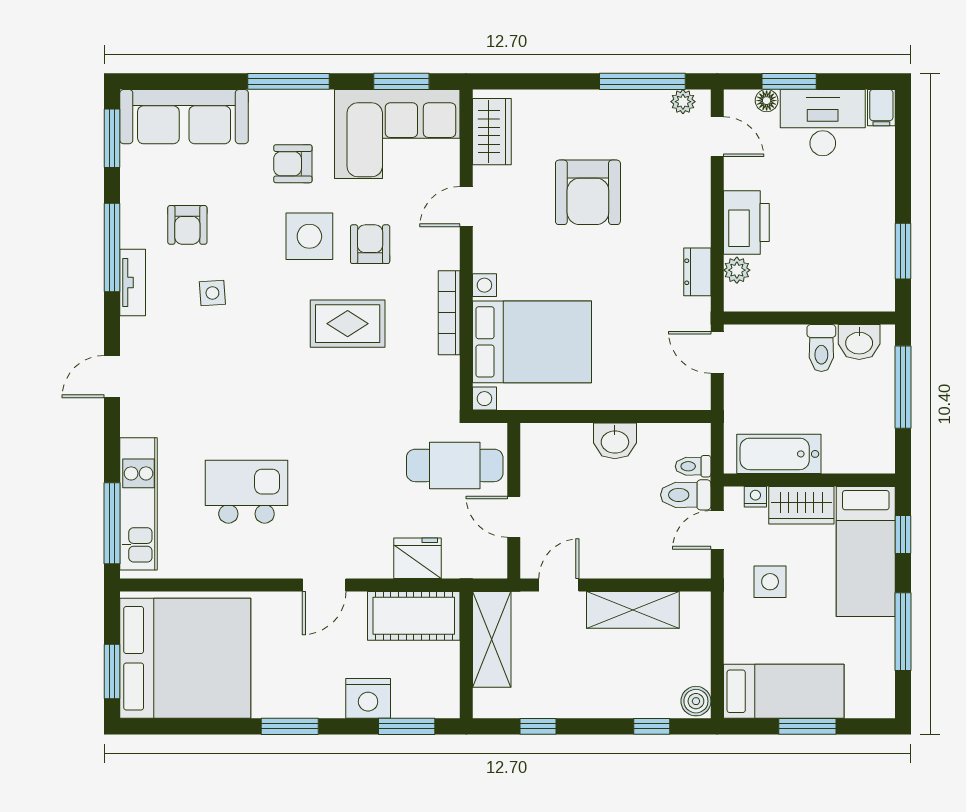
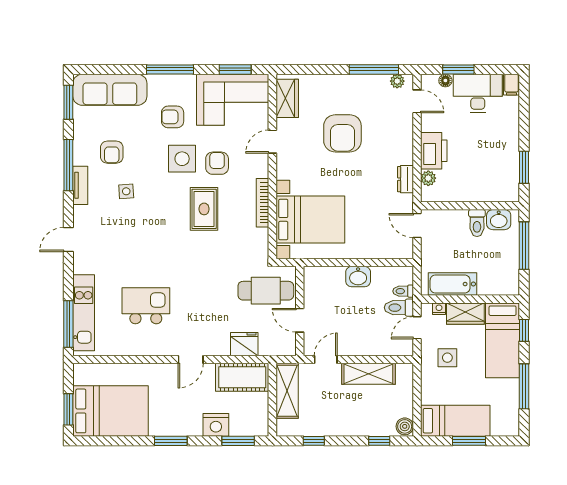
rug: (348, 324) -> (204, 209), turned 90
bed: (185, 658) -> (111, 411), width x0.73

